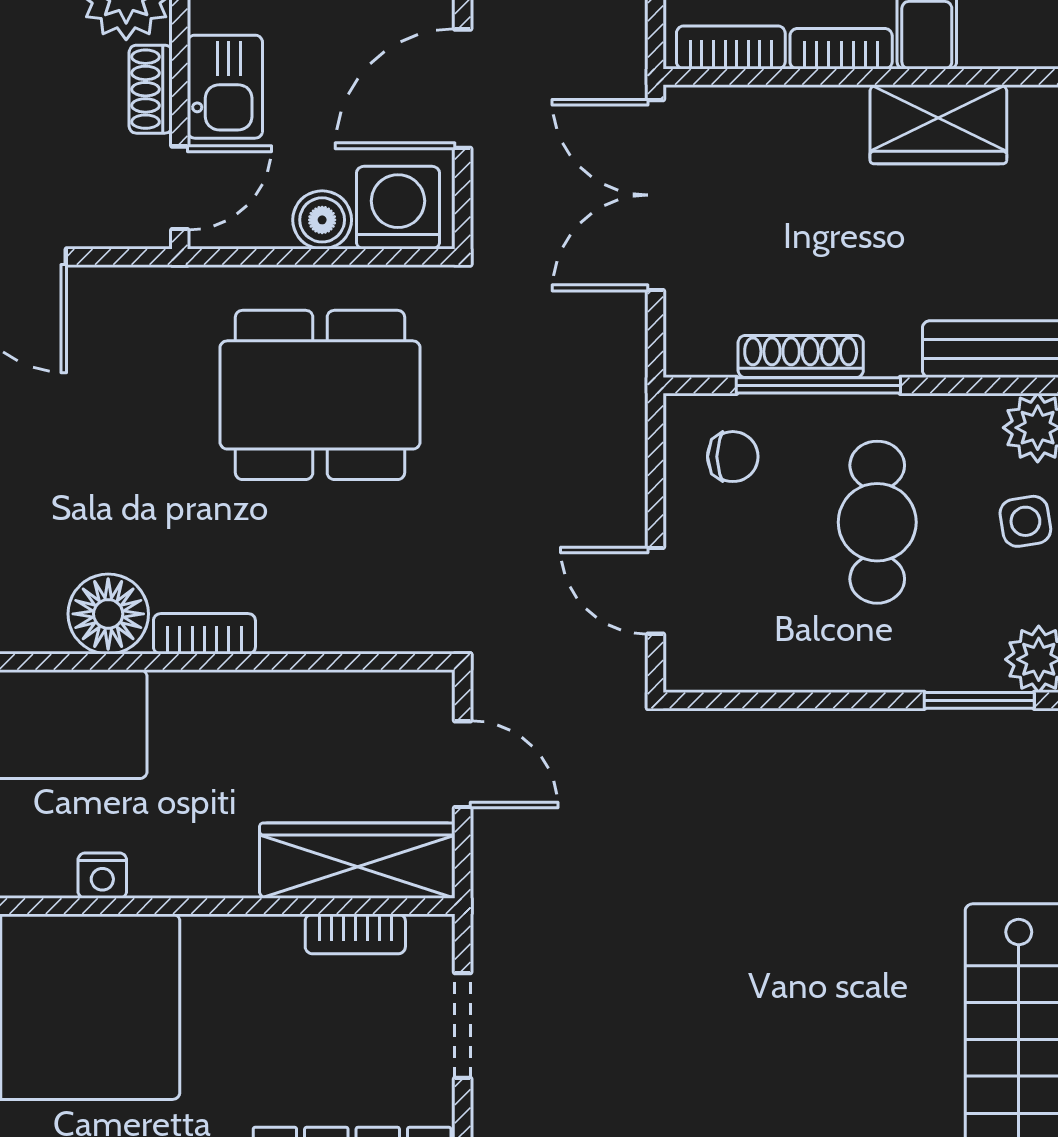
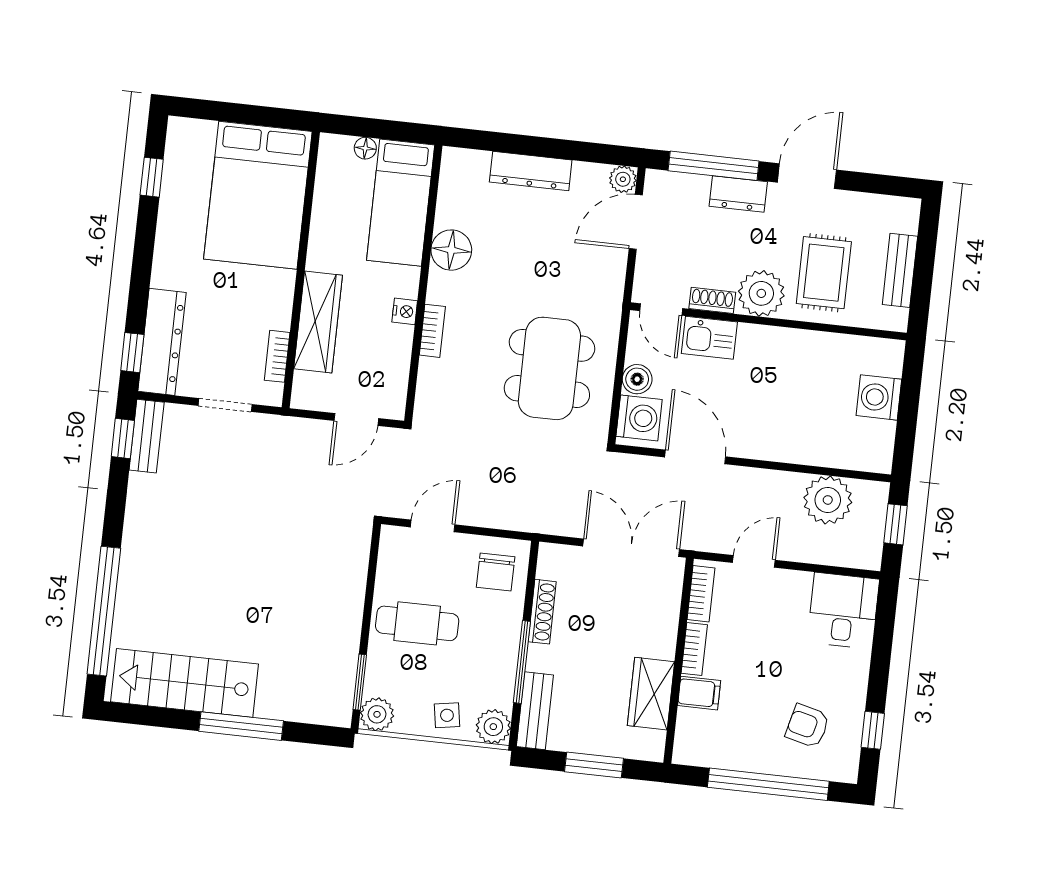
window: (818, 385) -> (522, 662), moved
chair: (733, 457) -> (496, 572), width x1.37, depth x1.37
cafe table: (877, 522) -> (417, 623), moved
bookcase: (204, 634) -> (432, 331), moved
wardrobe: (357, 861) -> (318, 322), moved
nightstand: (102, 876) -> (405, 311), moved, turned 180

